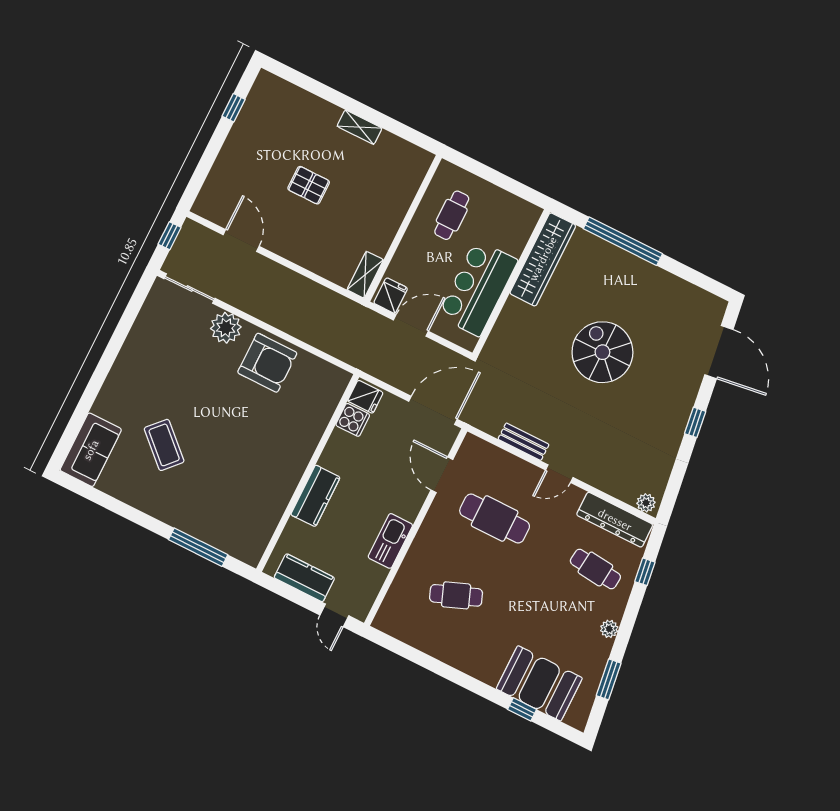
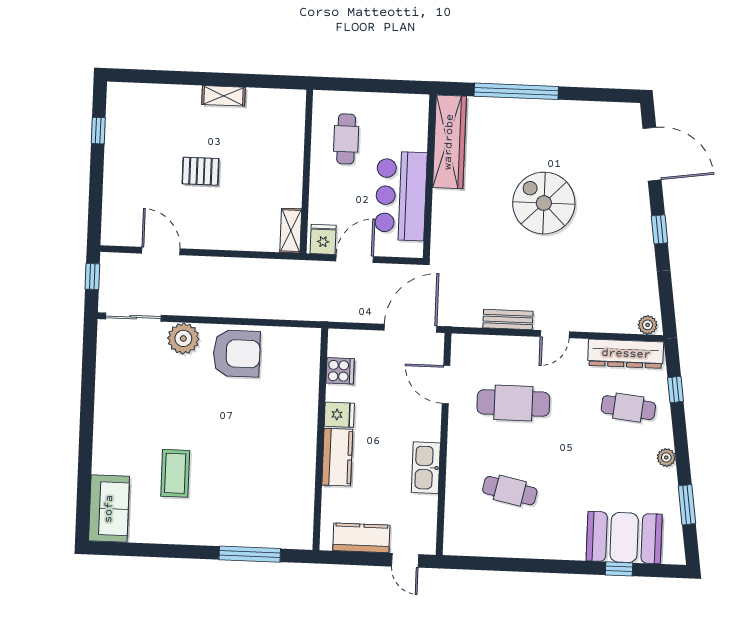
fridge: (365, 397) -> (339, 415), moved
coffee table: (164, 445) -> (175, 473), turned 47
cafe table: (456, 595) -> (510, 491), turned 33

